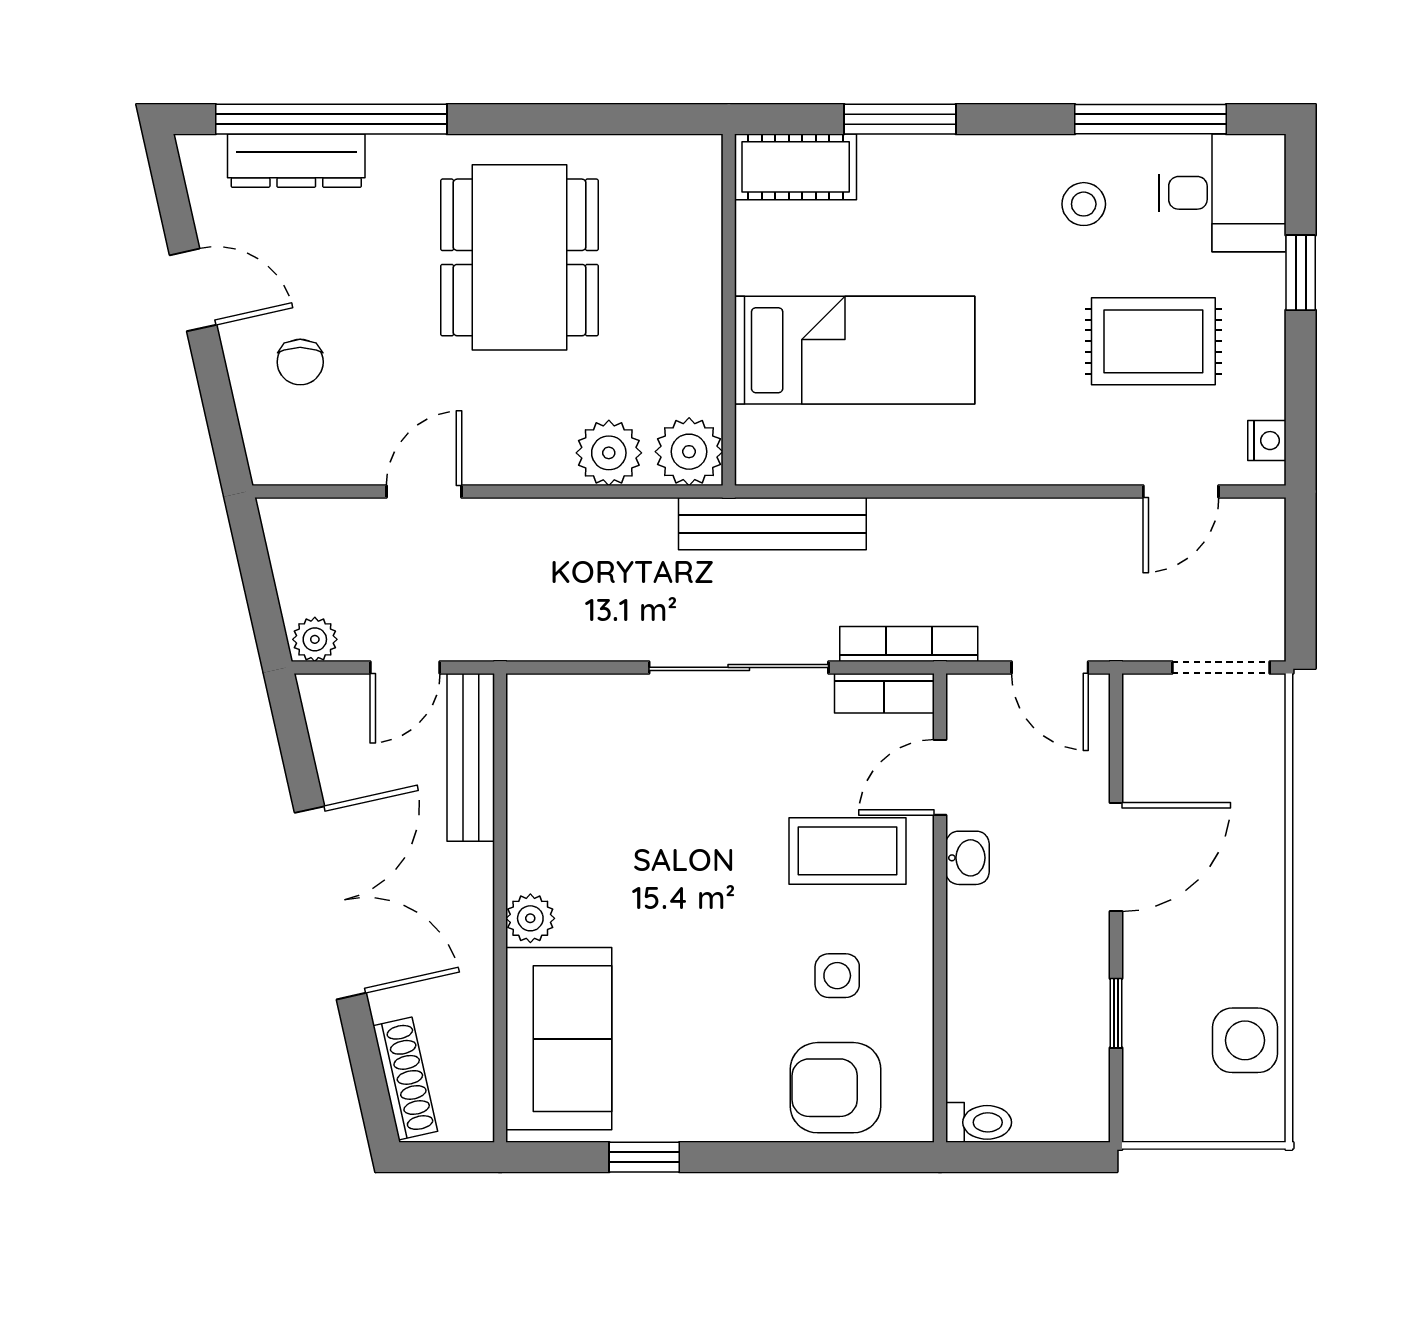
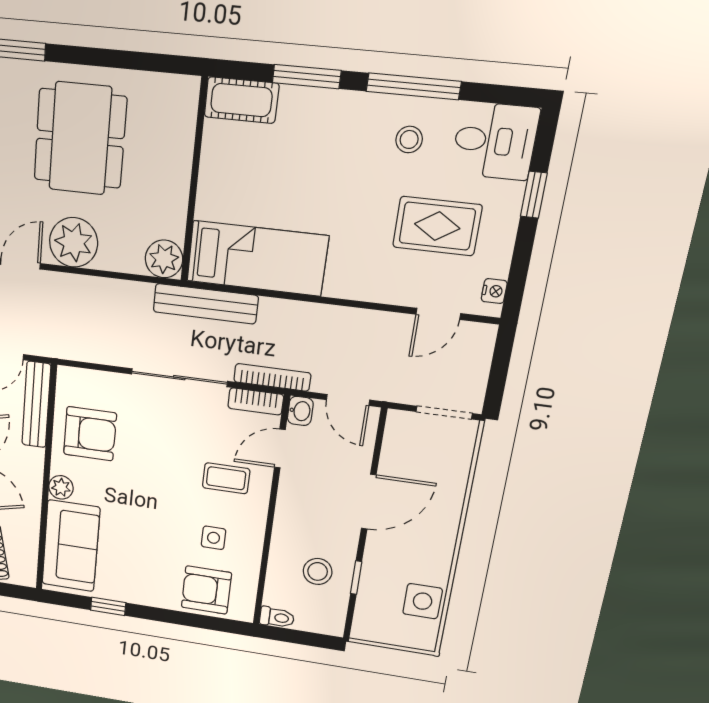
window: (1150, 119) -> (413, 86), moved
bed: (855, 350) -> (257, 258), moved
plant: (609, 453) -> (74, 242), moved, width x1.36, depth x1.36
armchair: (579, 800) -> (90, 434), added
coffee table: (847, 851) -> (226, 478), width x0.73, depth x0.77
washbasin: (967, 858) -> (300, 411), moved
stool: (1043, 1013) -> (318, 571), added

